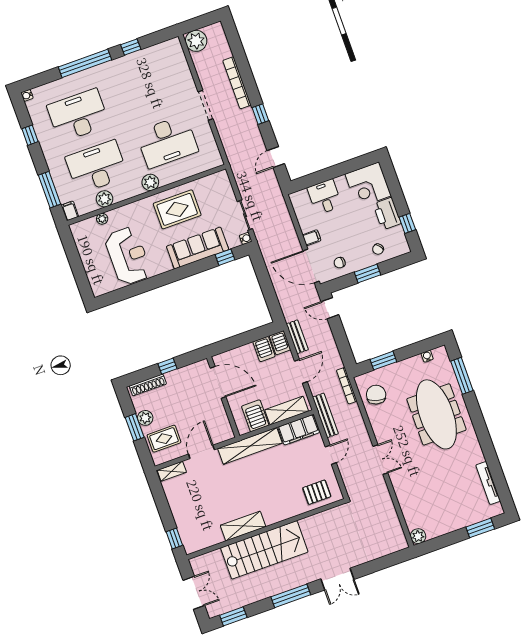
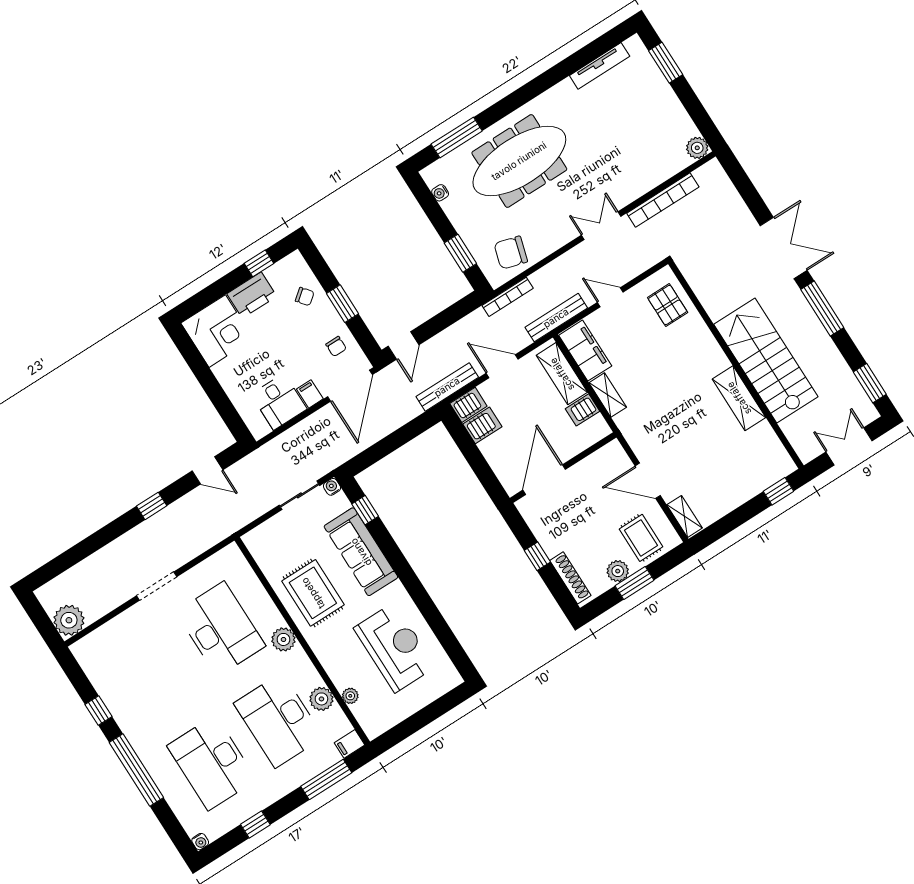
bookcase: (237, 83) -> (663, 200), moved
desk: (325, 197) -> (279, 402), moved, turned -90
reception desk: (128, 256) -> (395, 648), turned 90
bench: (297, 337) -> (447, 387), width x1.36
server rack: (255, 416) -> (583, 410), width x0.73, depth x0.70
shelving: (250, 446) -> (608, 395), width x0.45, depth x0.75
double door: (337, 579) -> (784, 248), width x1.37

